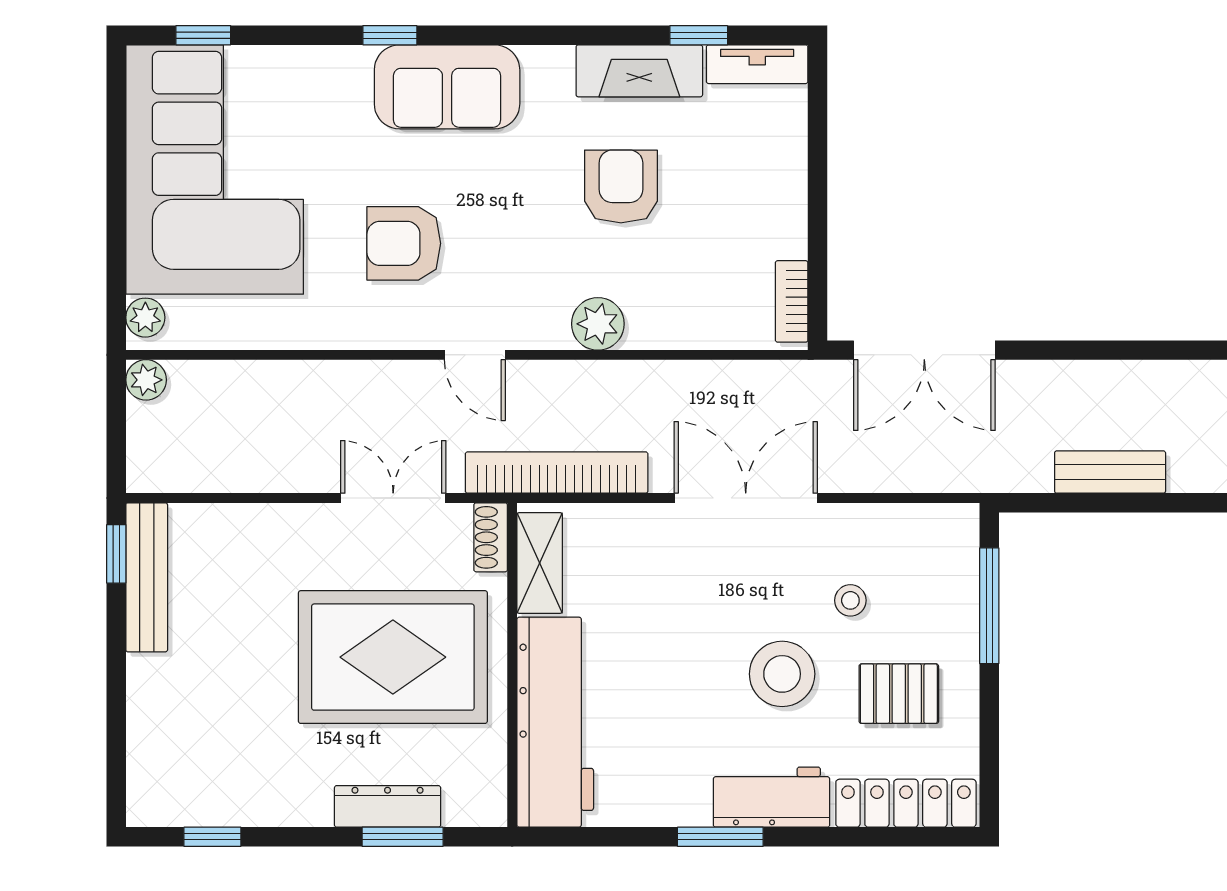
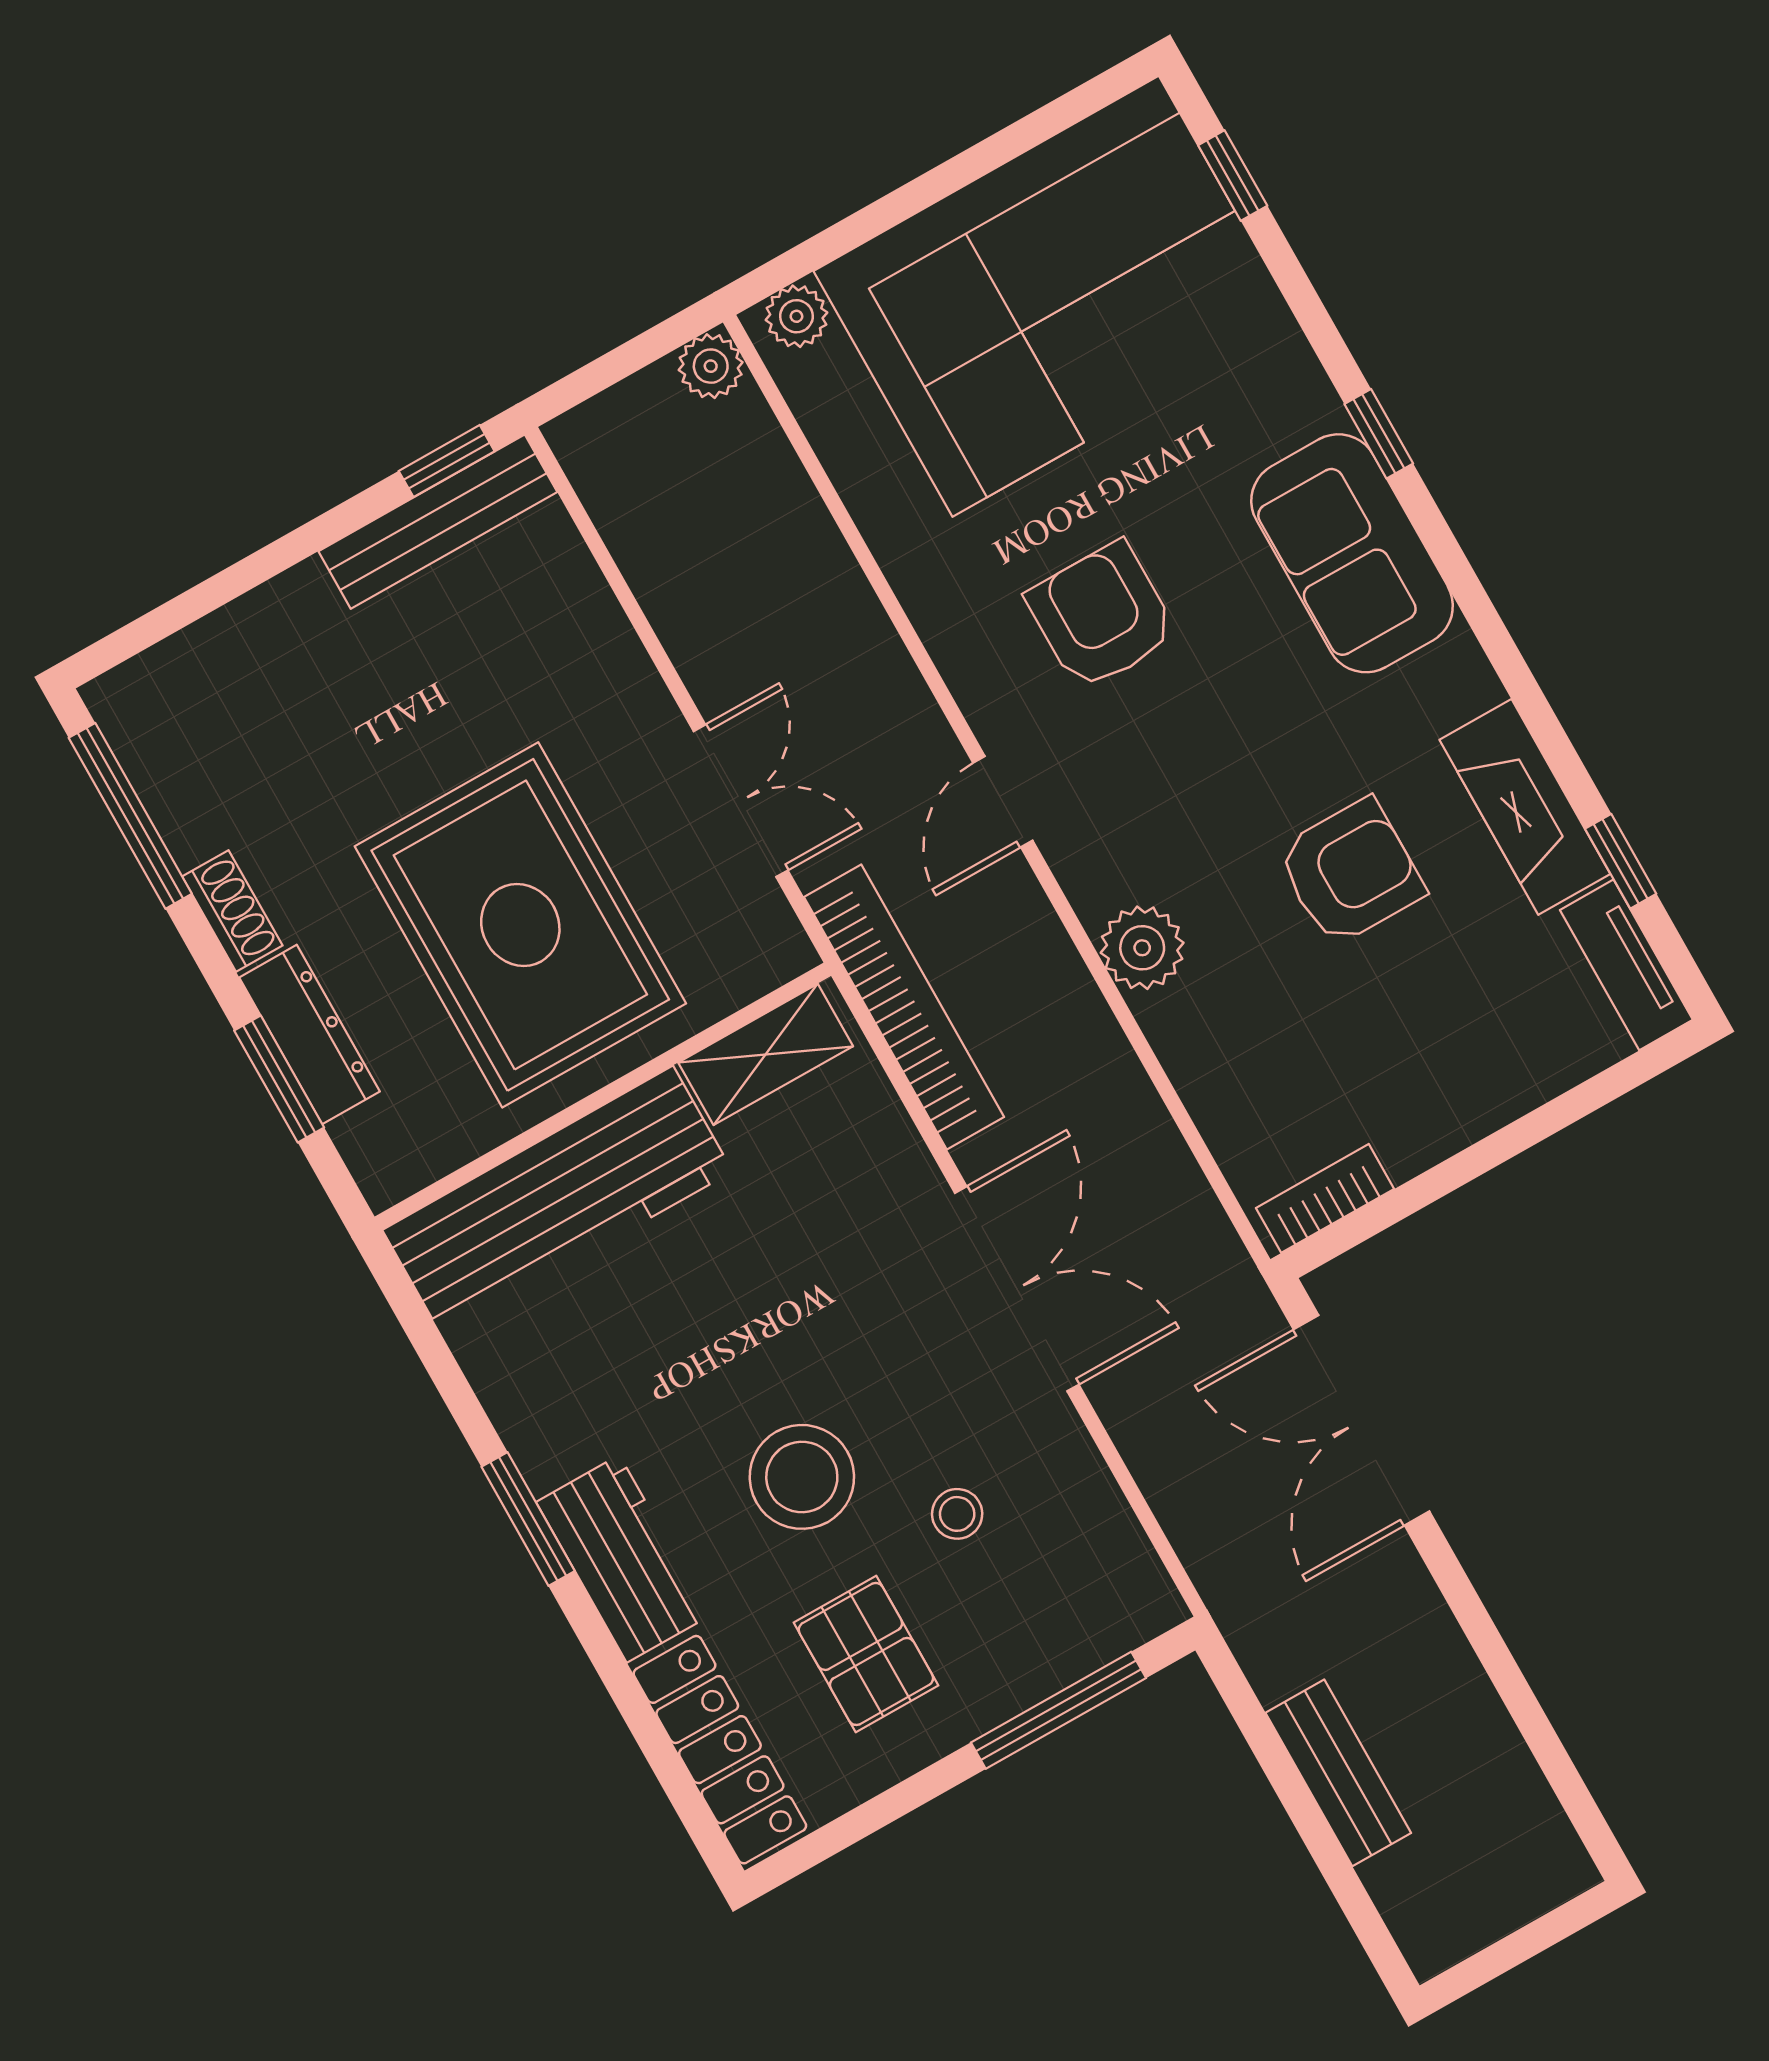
shoe rack: (491, 537) -> (232, 911), moved, turned 90
window: (212, 837) -> (130, 816), width x2.17

